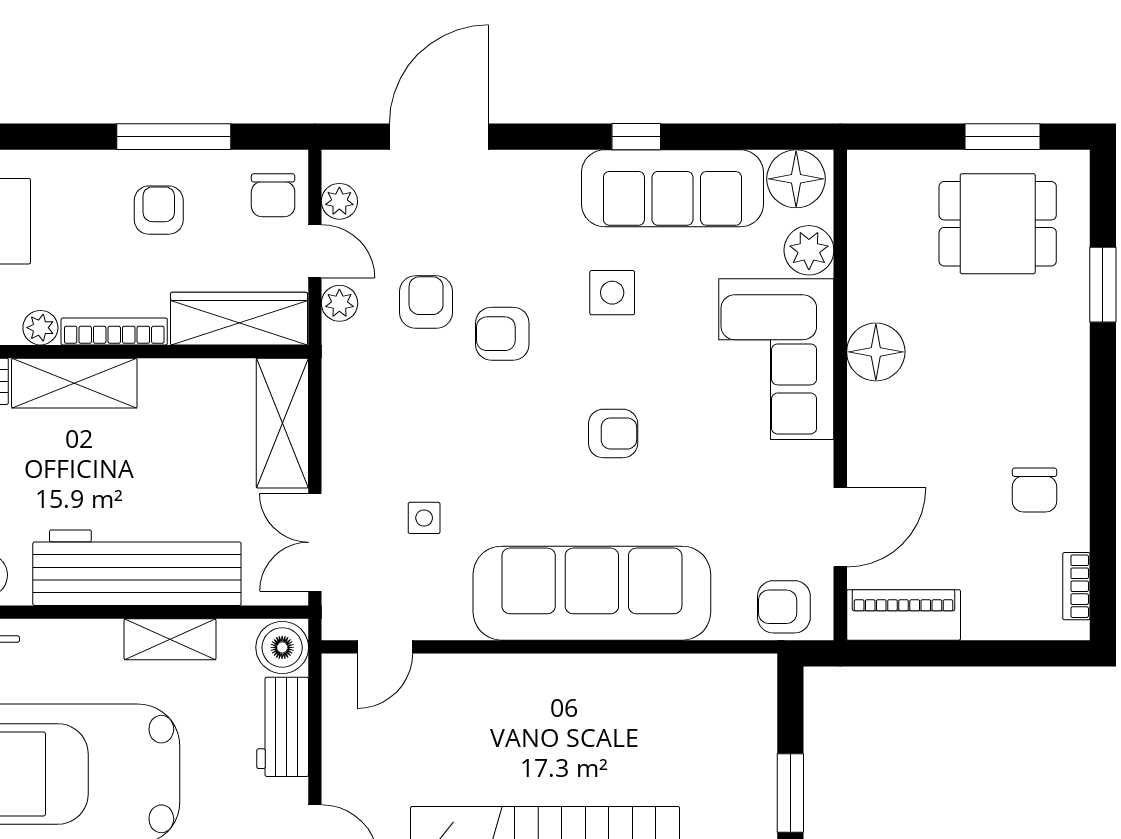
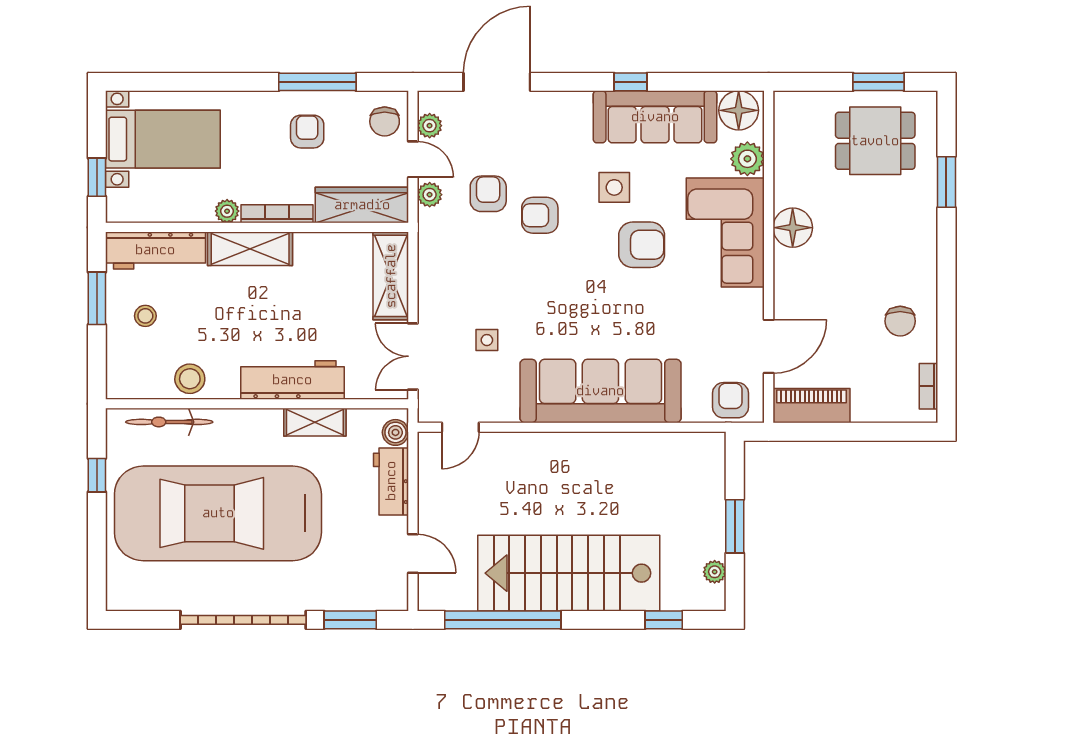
armchair: (613, 433) -> (642, 245), moved, width x1.38, depth x1.38
workbench: (137, 568) -> (292, 380), width x0.73, depth x0.76
armchair: (784, 607) -> (730, 400), turned 90
boiler: (282, 647) -> (395, 432), width x0.73, depth x0.73

